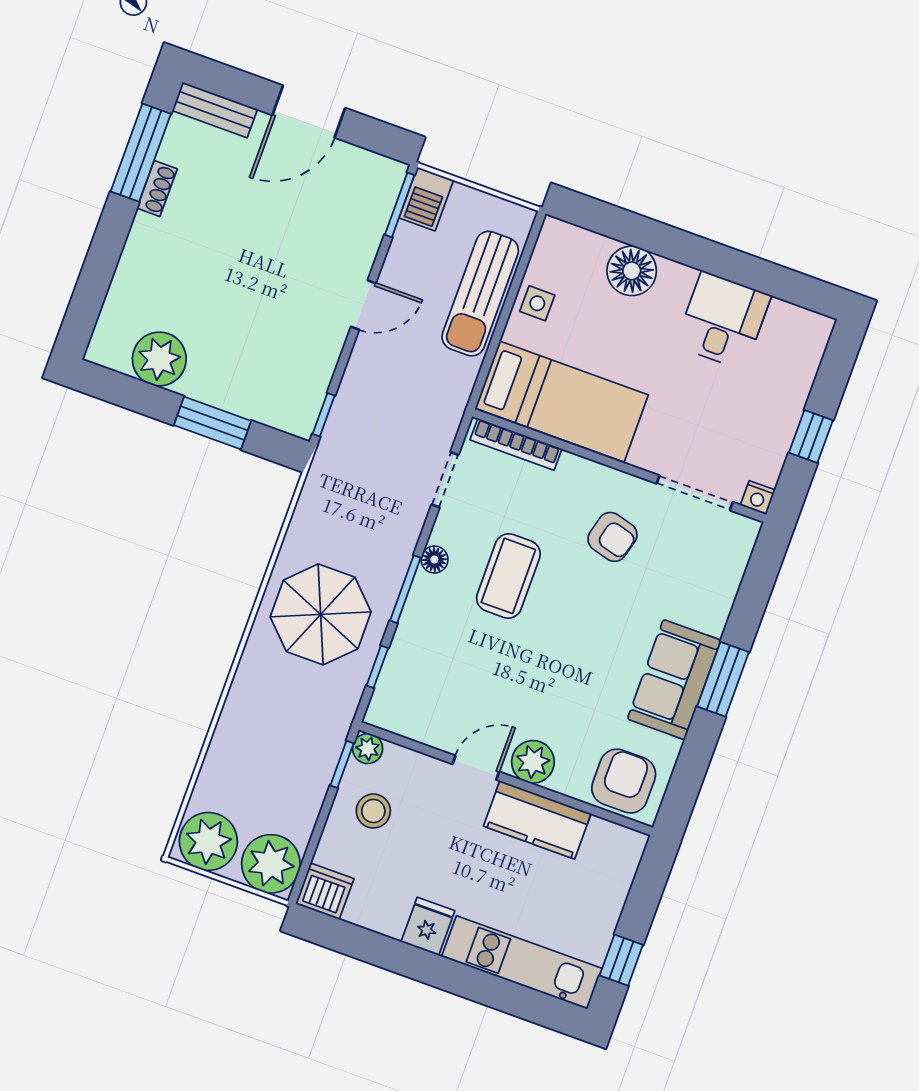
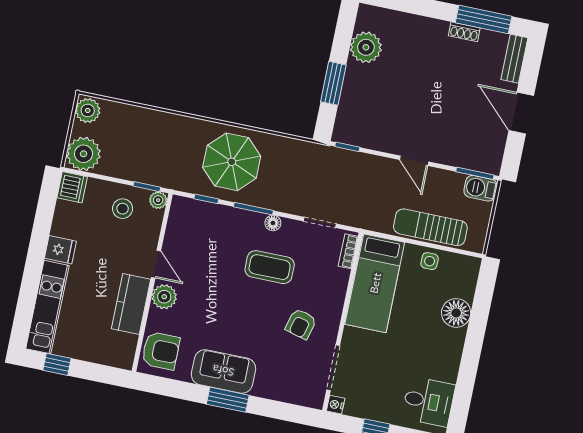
desk: (723, 321) -> (428, 402), moved
bookcase: (516, 444) -> (348, 251), width x0.64
plant: (208, 841) -> (88, 111), width x0.73, depth x0.73

